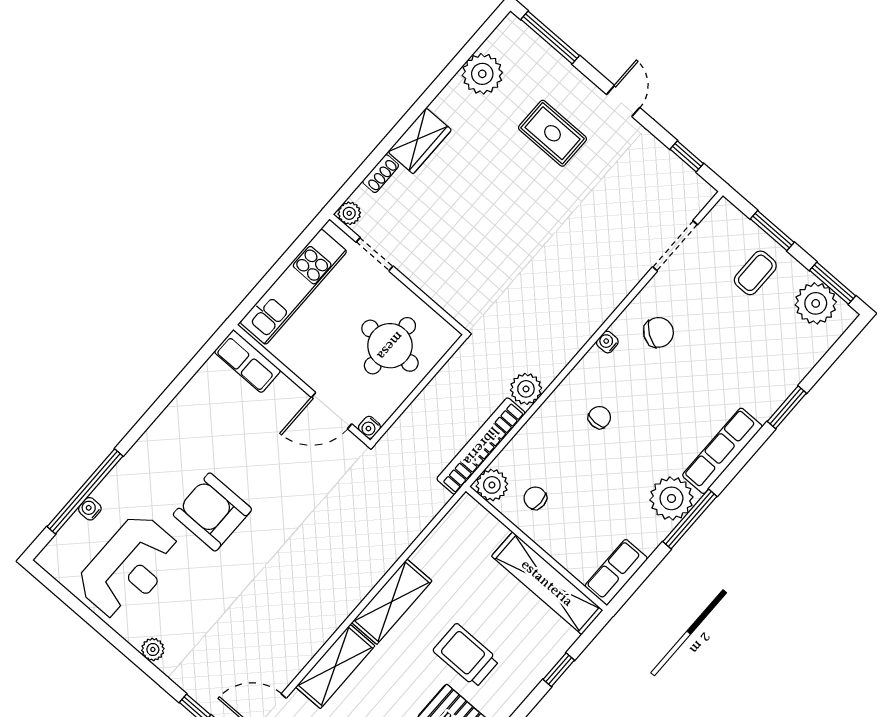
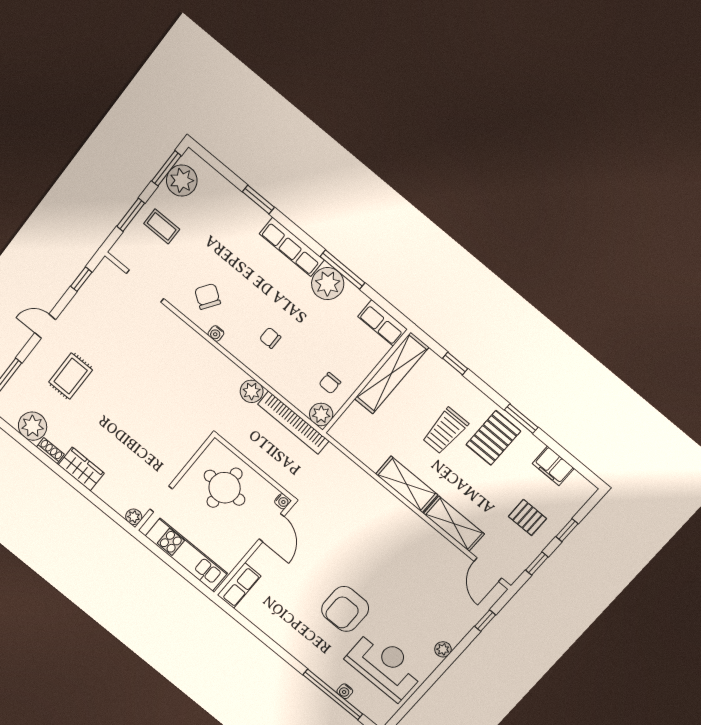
shoe rack: (381, 174) -> (50, 451), moved

